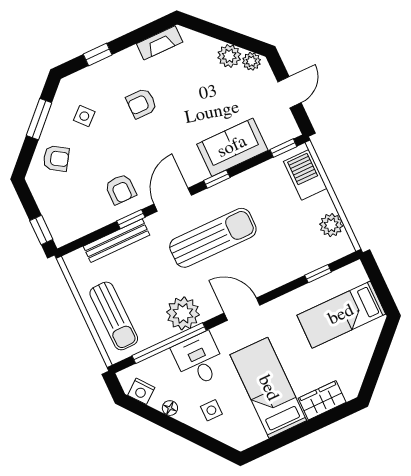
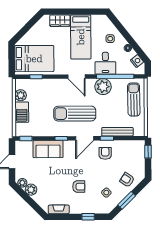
barbecue: (305, 175) -> (22, 112), moved
bed: (341, 315) -> (34, 59), width x1.50

